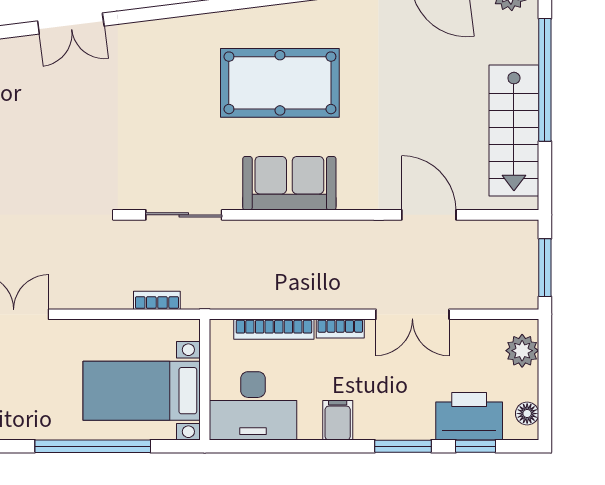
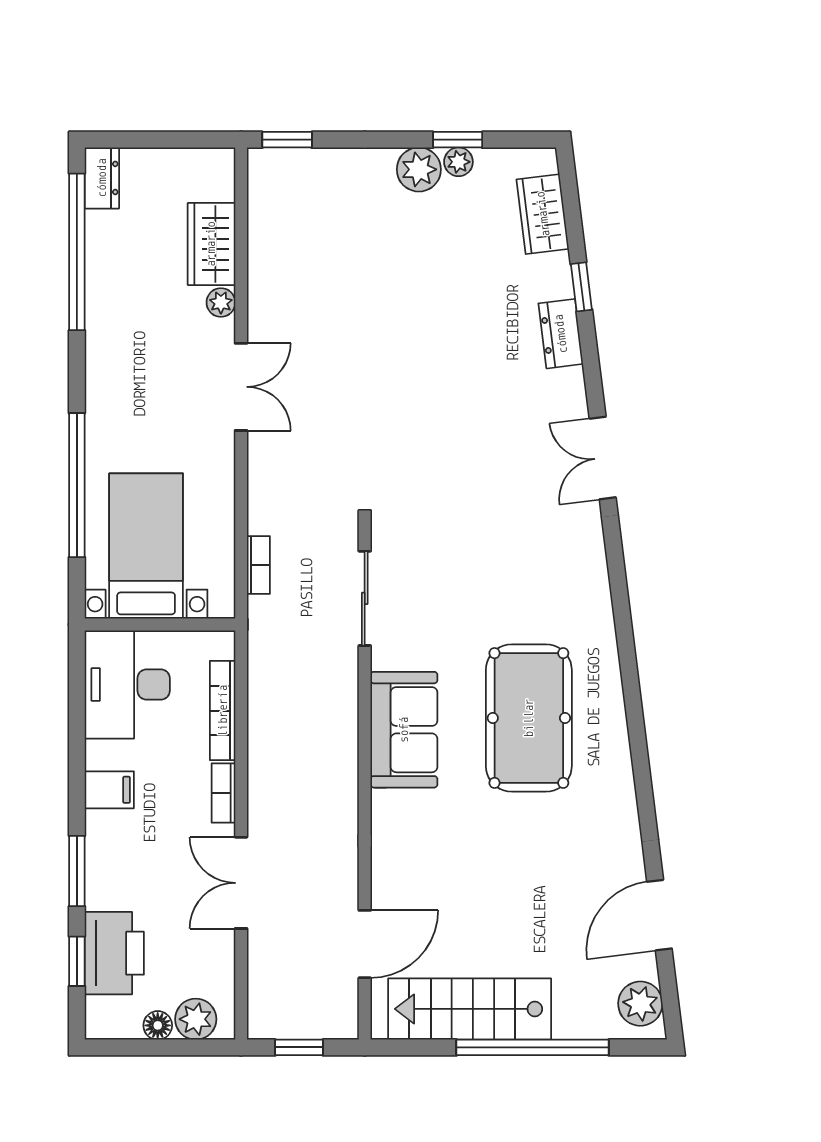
door: (429, 215) -> (365, 944), moved
window: (545, 268) -> (299, 1047), width x0.67
floor lamp: (527, 414) -> (158, 1025), moved

